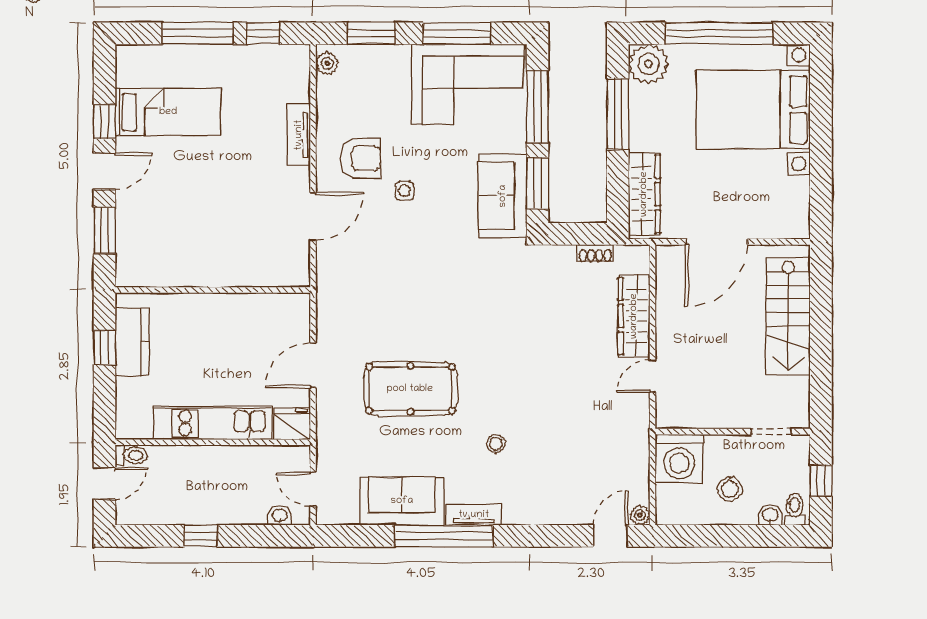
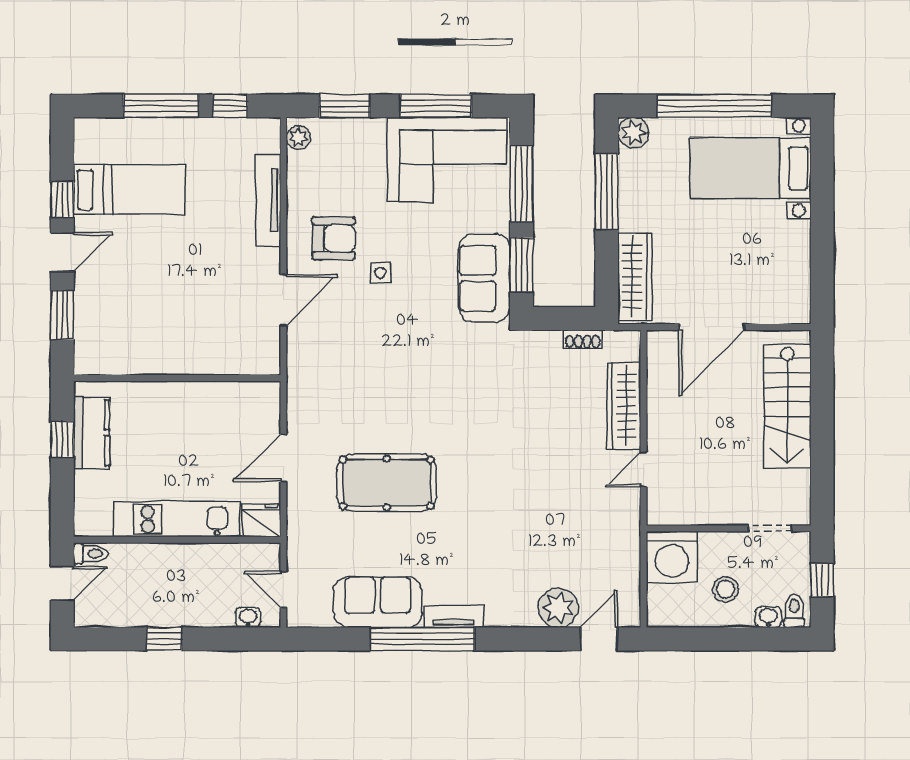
plant: (648, 64) -> (633, 133), width x0.73, depth x0.73
bed with nightstands: (753, 109) -> (750, 168), width x0.73
tv unit: (299, 135) -> (268, 200), width x1.41
stool: (496, 444) -> (477, 541), removed
plant: (640, 515) -> (558, 608), moved, width x1.87, depth x1.87

